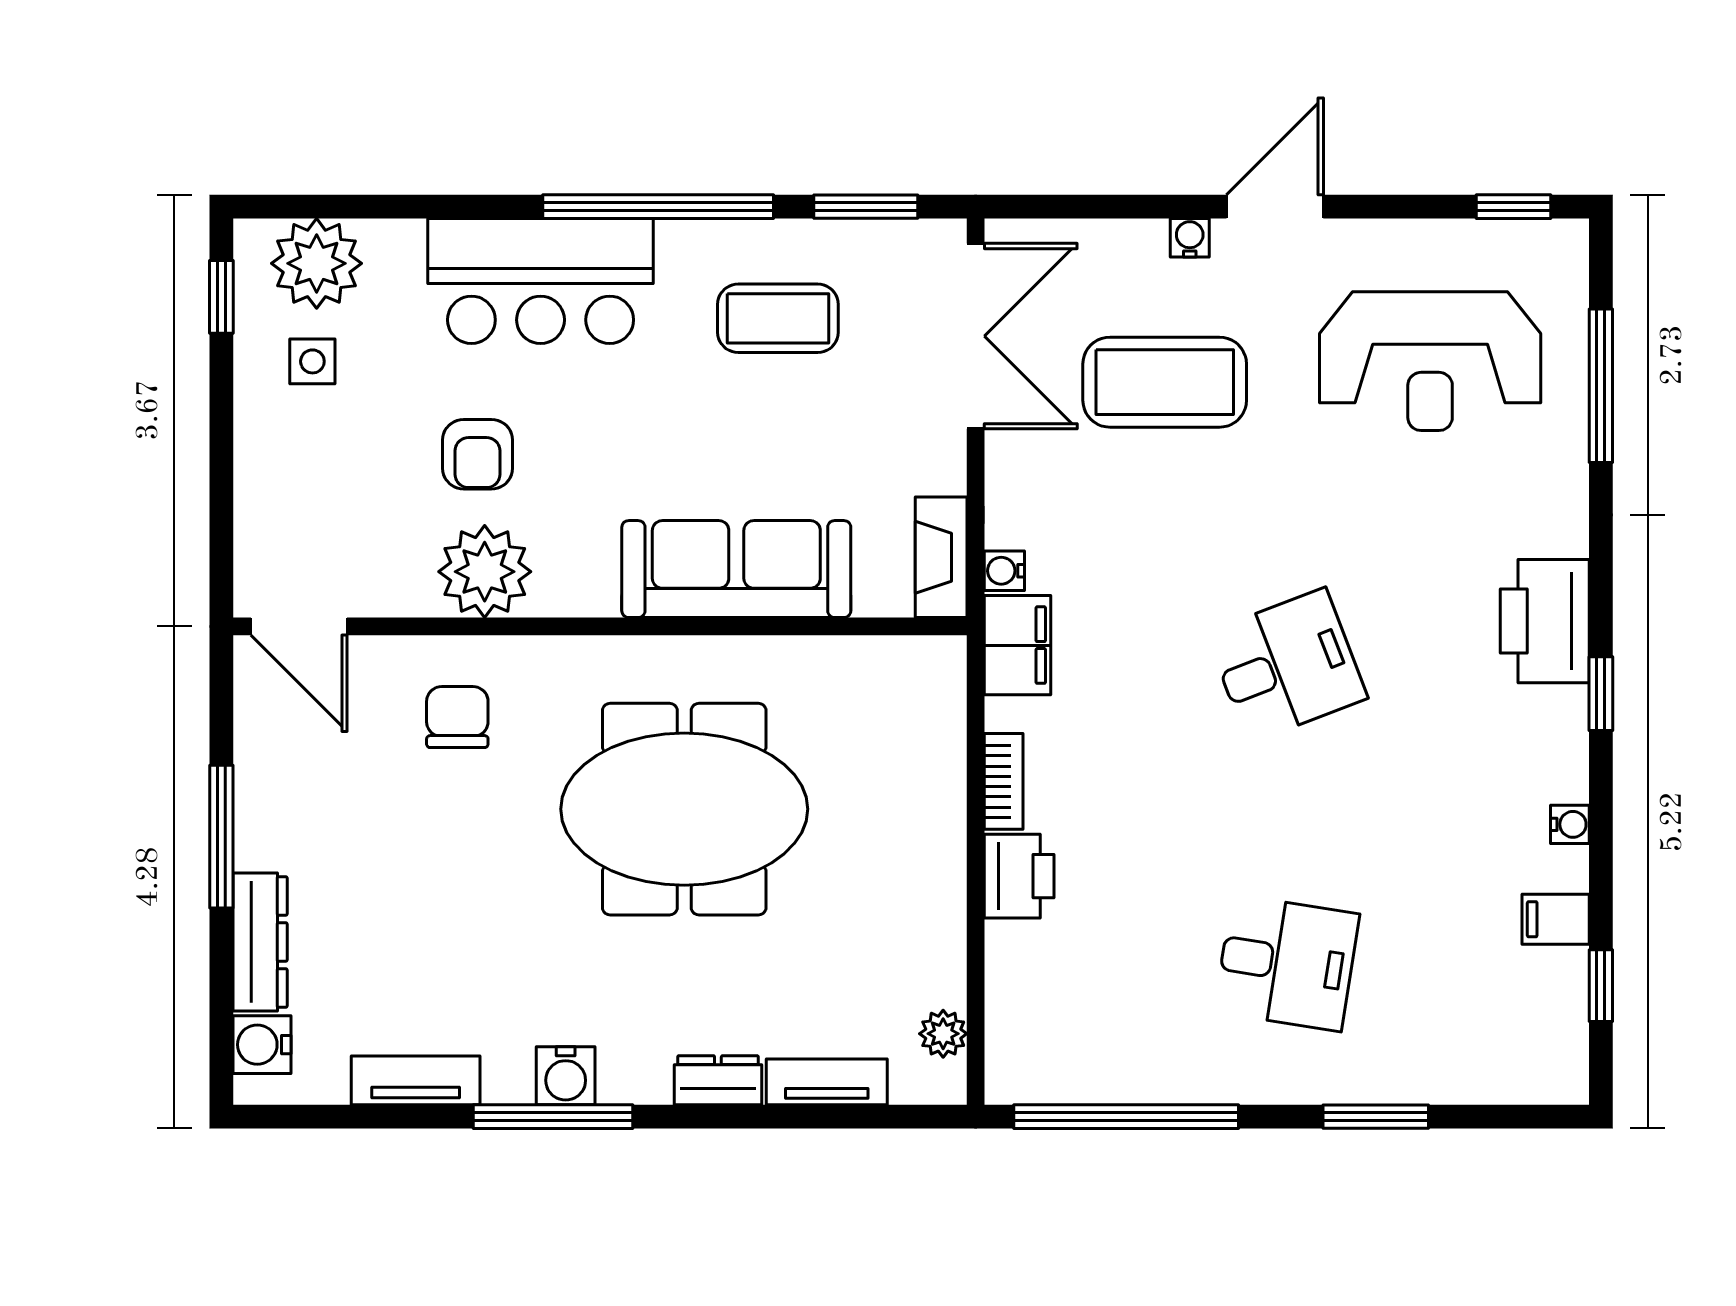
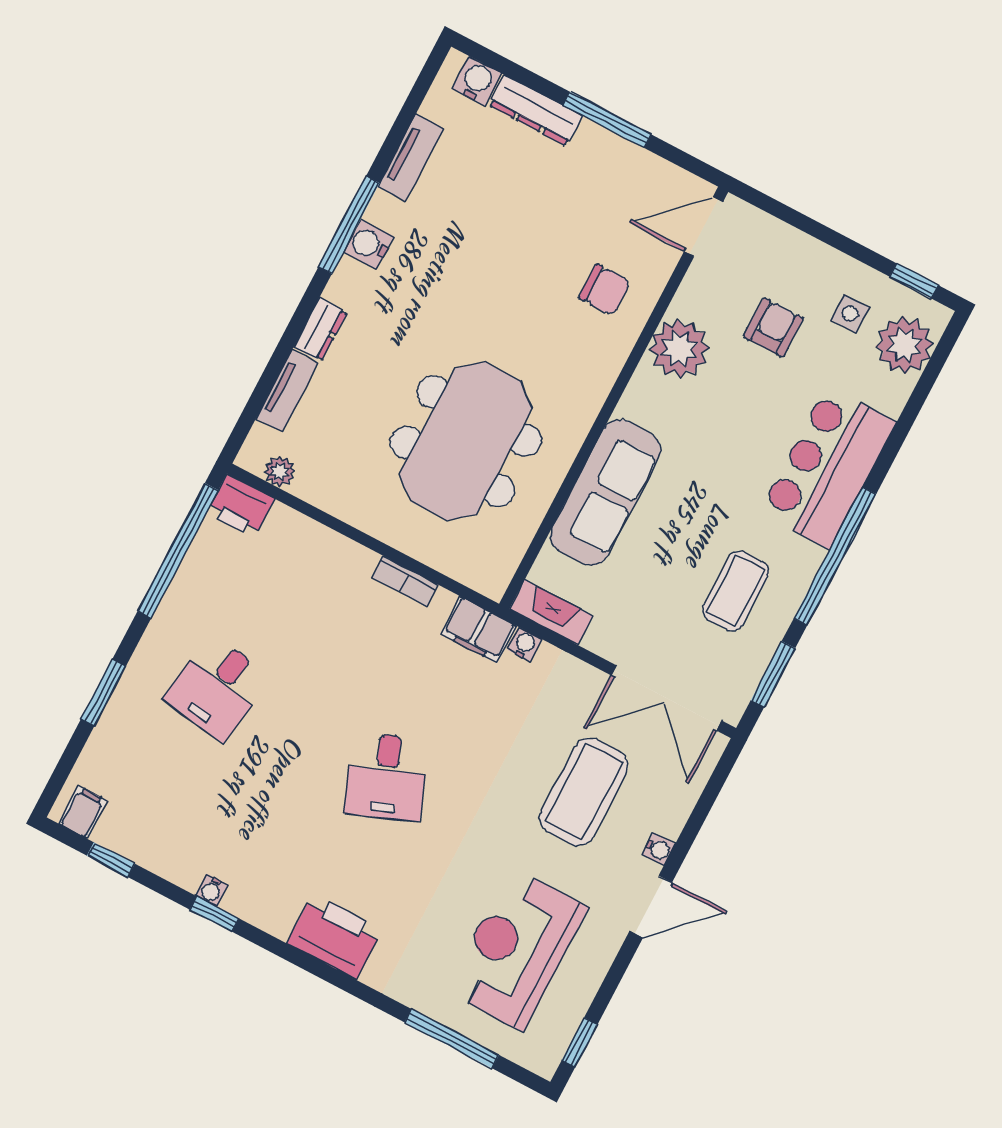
door: (1275, 207) -> (651, 907), hinge flipped
armchair: (478, 454) -> (773, 327), moved, turned 90
window: (1601, 694) -> (214, 914), moved
meeting table: (684, 809) -> (466, 441), moved
printer: (1019, 876) -> (240, 506), moved
filing cabinet: (1556, 919) -> (83, 812), moved

